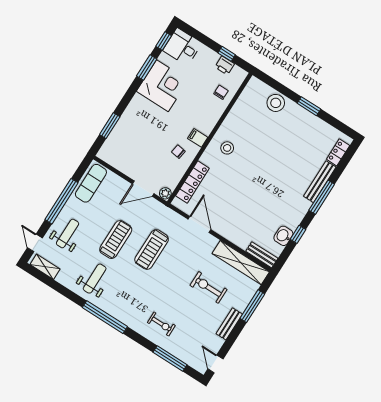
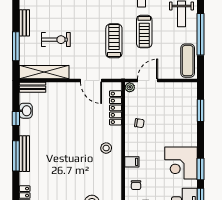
filing cabinet: (198, 138) -> (132, 162), moved
bench: (320, 182) -> (24, 154), moved

